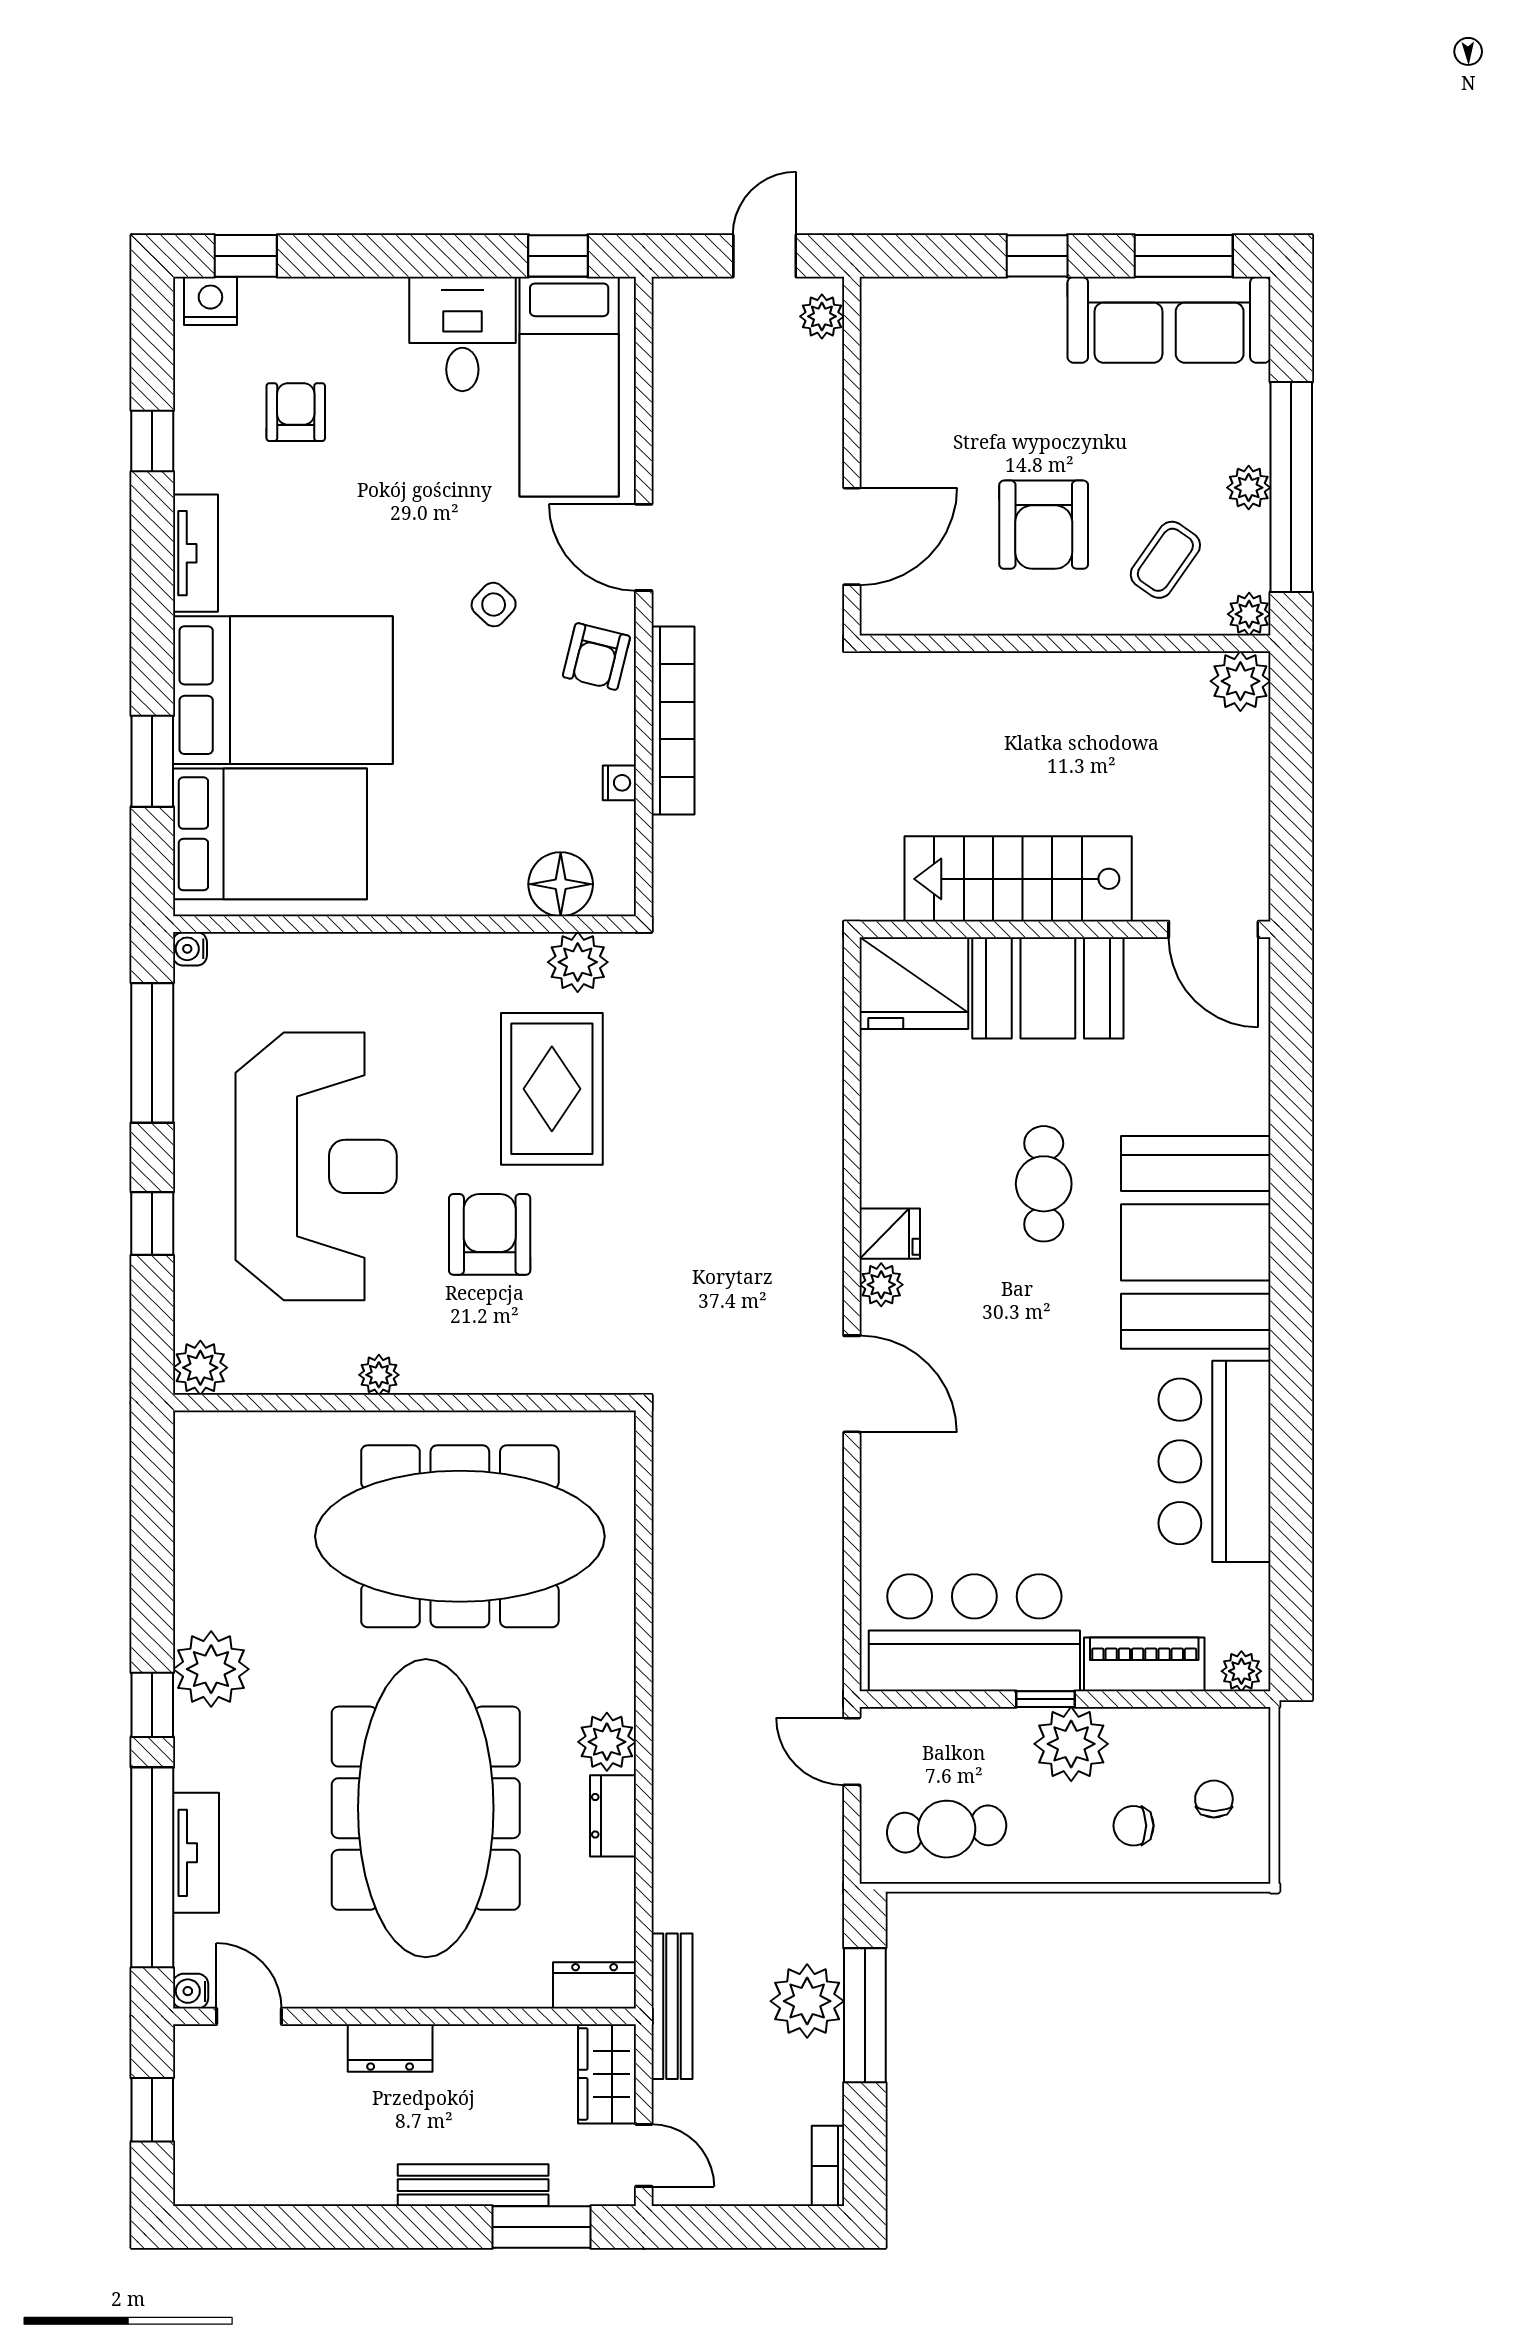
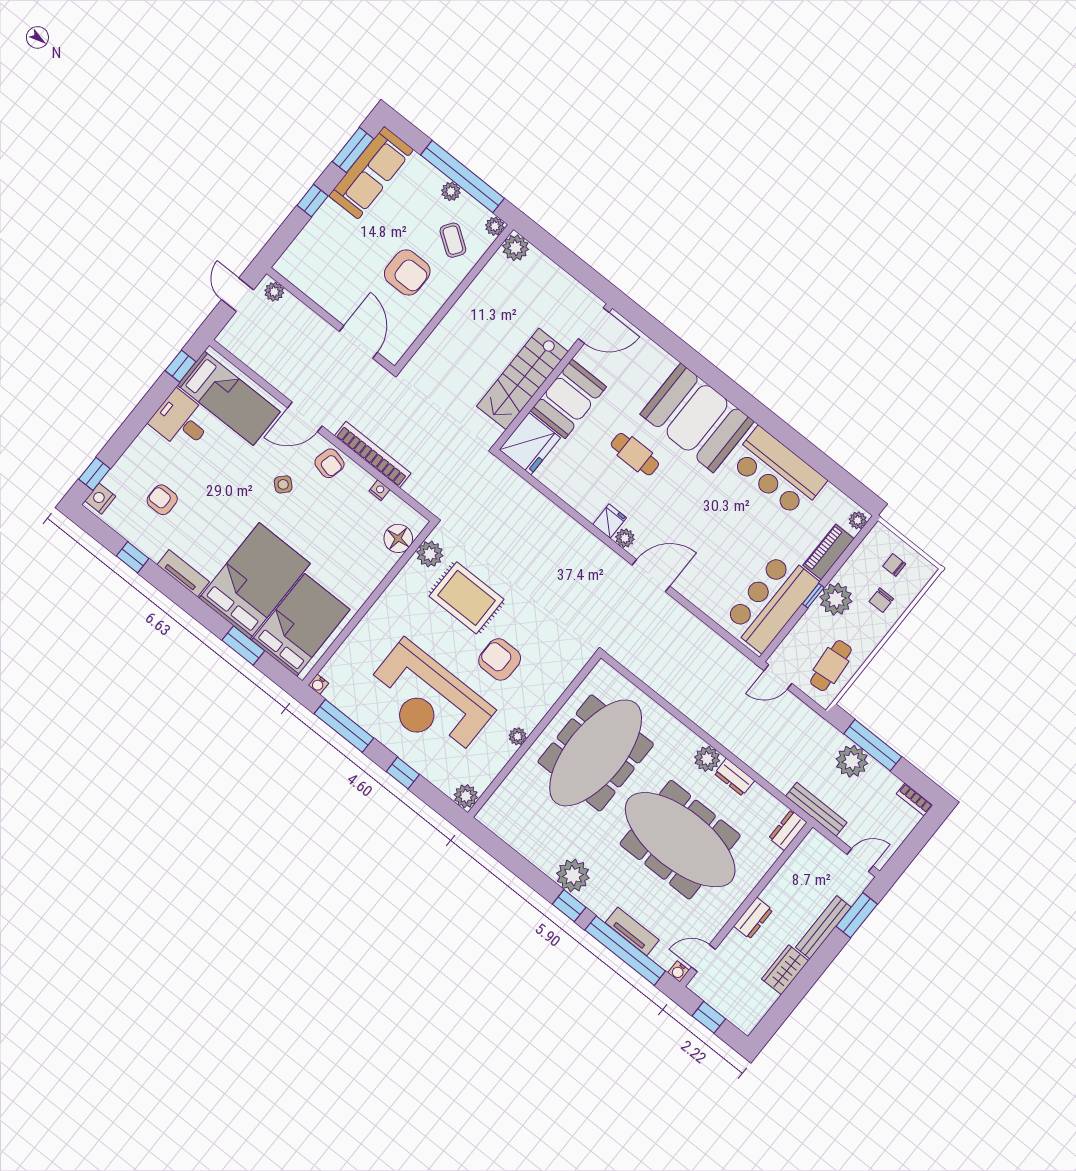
reception desk: (316, 1166) -> (428, 701), turned 180
wardrobe: (607, 2074) -> (785, 970), moved, turned 90

